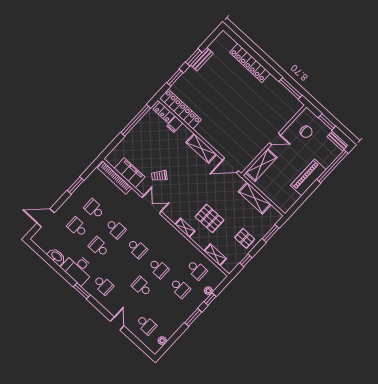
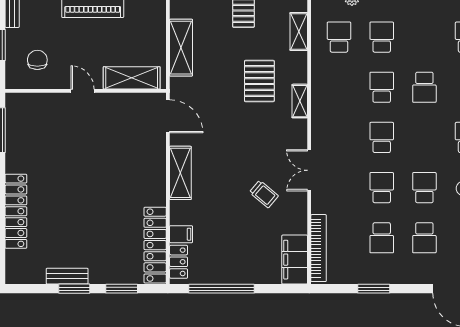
filing cabinet: (130, 173) -> (295, 260), moved
school desk: (99, 247) -> (424, 188), turned 180

